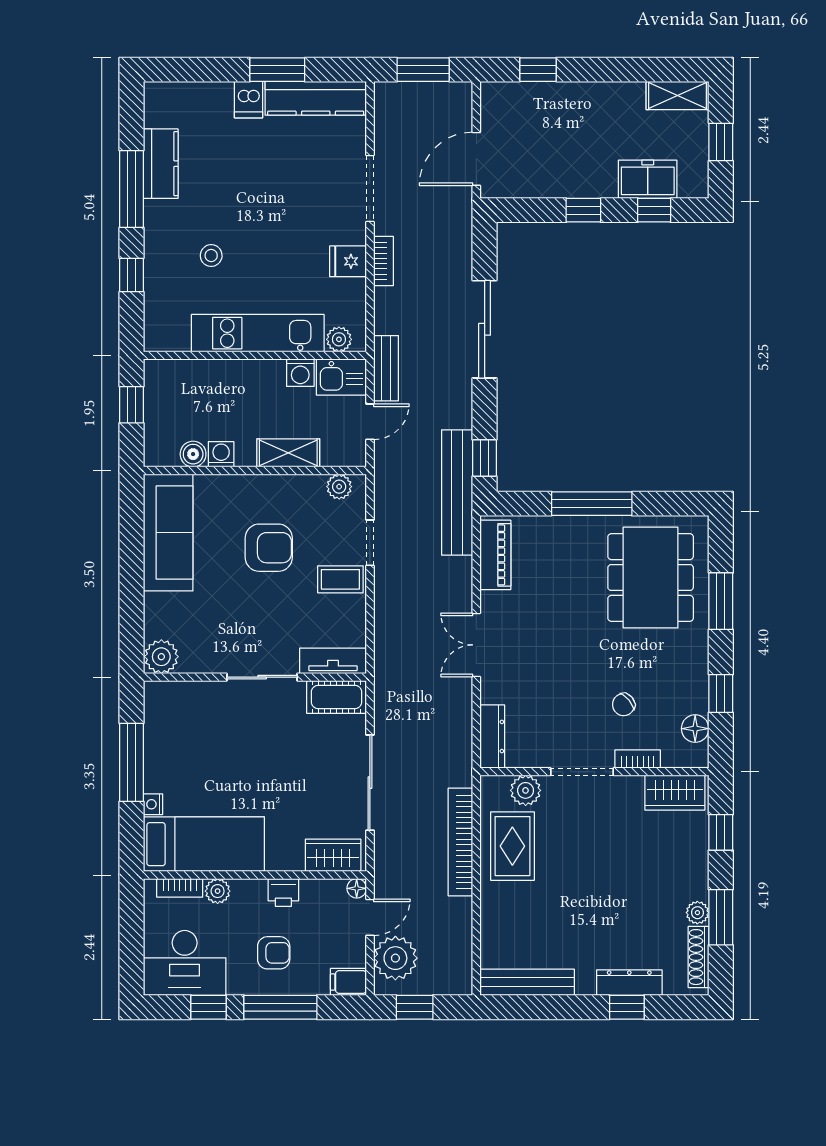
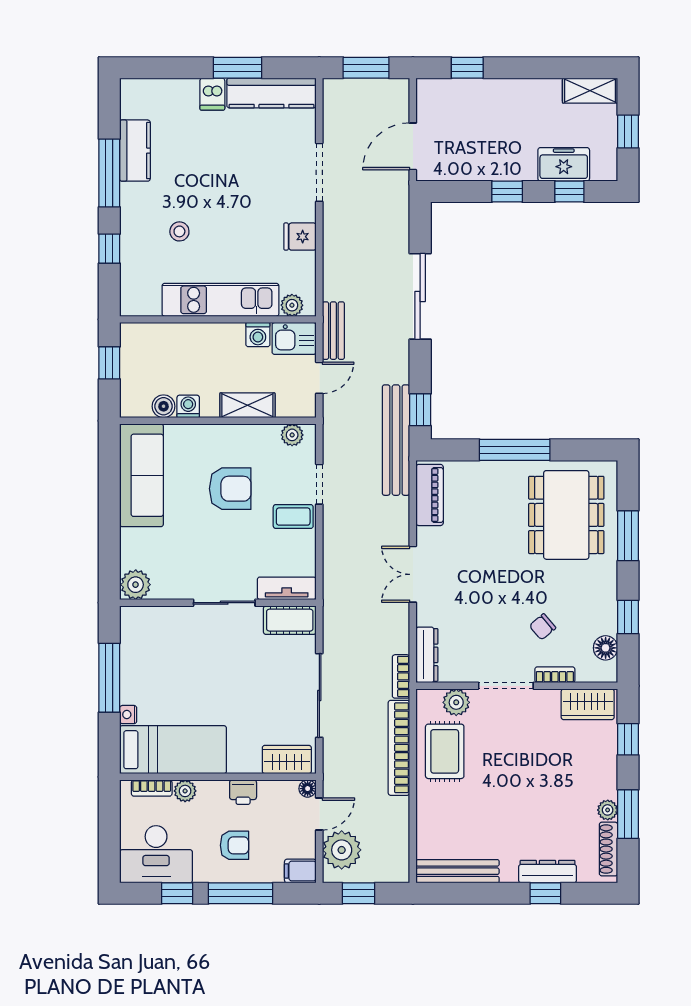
bookcase: (383, 261) -> (401, 676), moved, turned 180

